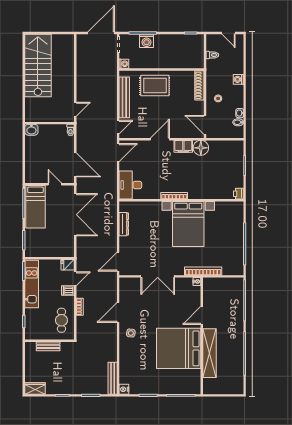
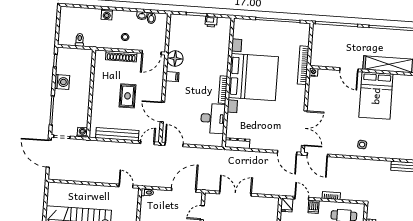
door: (229, 33) -> (58, 21), removed
washing machine: (147, 41) -> (62, 82), moved
shoe rack: (199, 85) -> (121, 56), moved
rug: (155, 86) -> (128, 96), moved, width x0.73, depth x0.70
door: (118, 127) -> (148, 143), hinge flipped
door: (160, 139) -> (162, 112), moved
filing cabinet: (183, 146) -> (172, 77), width x0.50
desk: (130, 185) -> (213, 118), moved, turned -90
printer: (239, 194) -> (211, 22), moved
double door: (75, 215) -> (235, 194), width x0.73
dresser: (124, 224) -> (237, 143), moved
bed with nightstands: (188, 224) -> (253, 77), width x1.36
double door: (158, 276) -> (304, 128), moved
door: (118, 312) -> (317, 155), moved
bed: (179, 348) -> (376, 96), width x0.73

